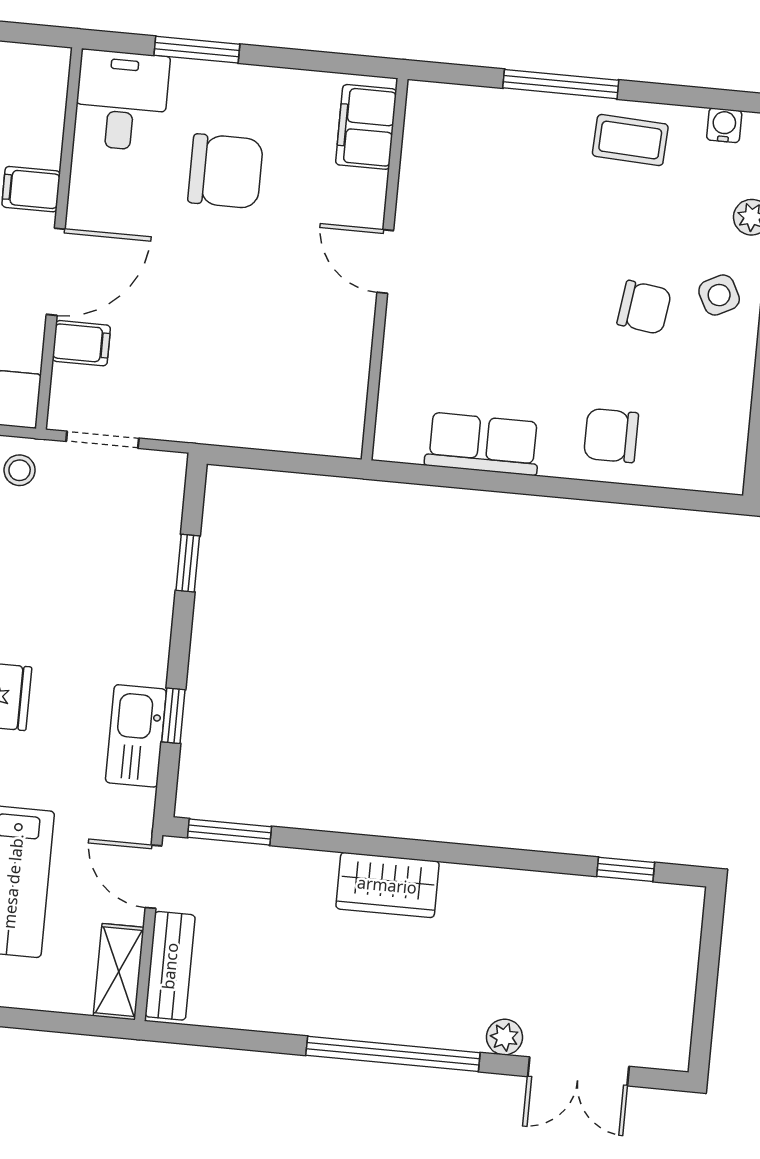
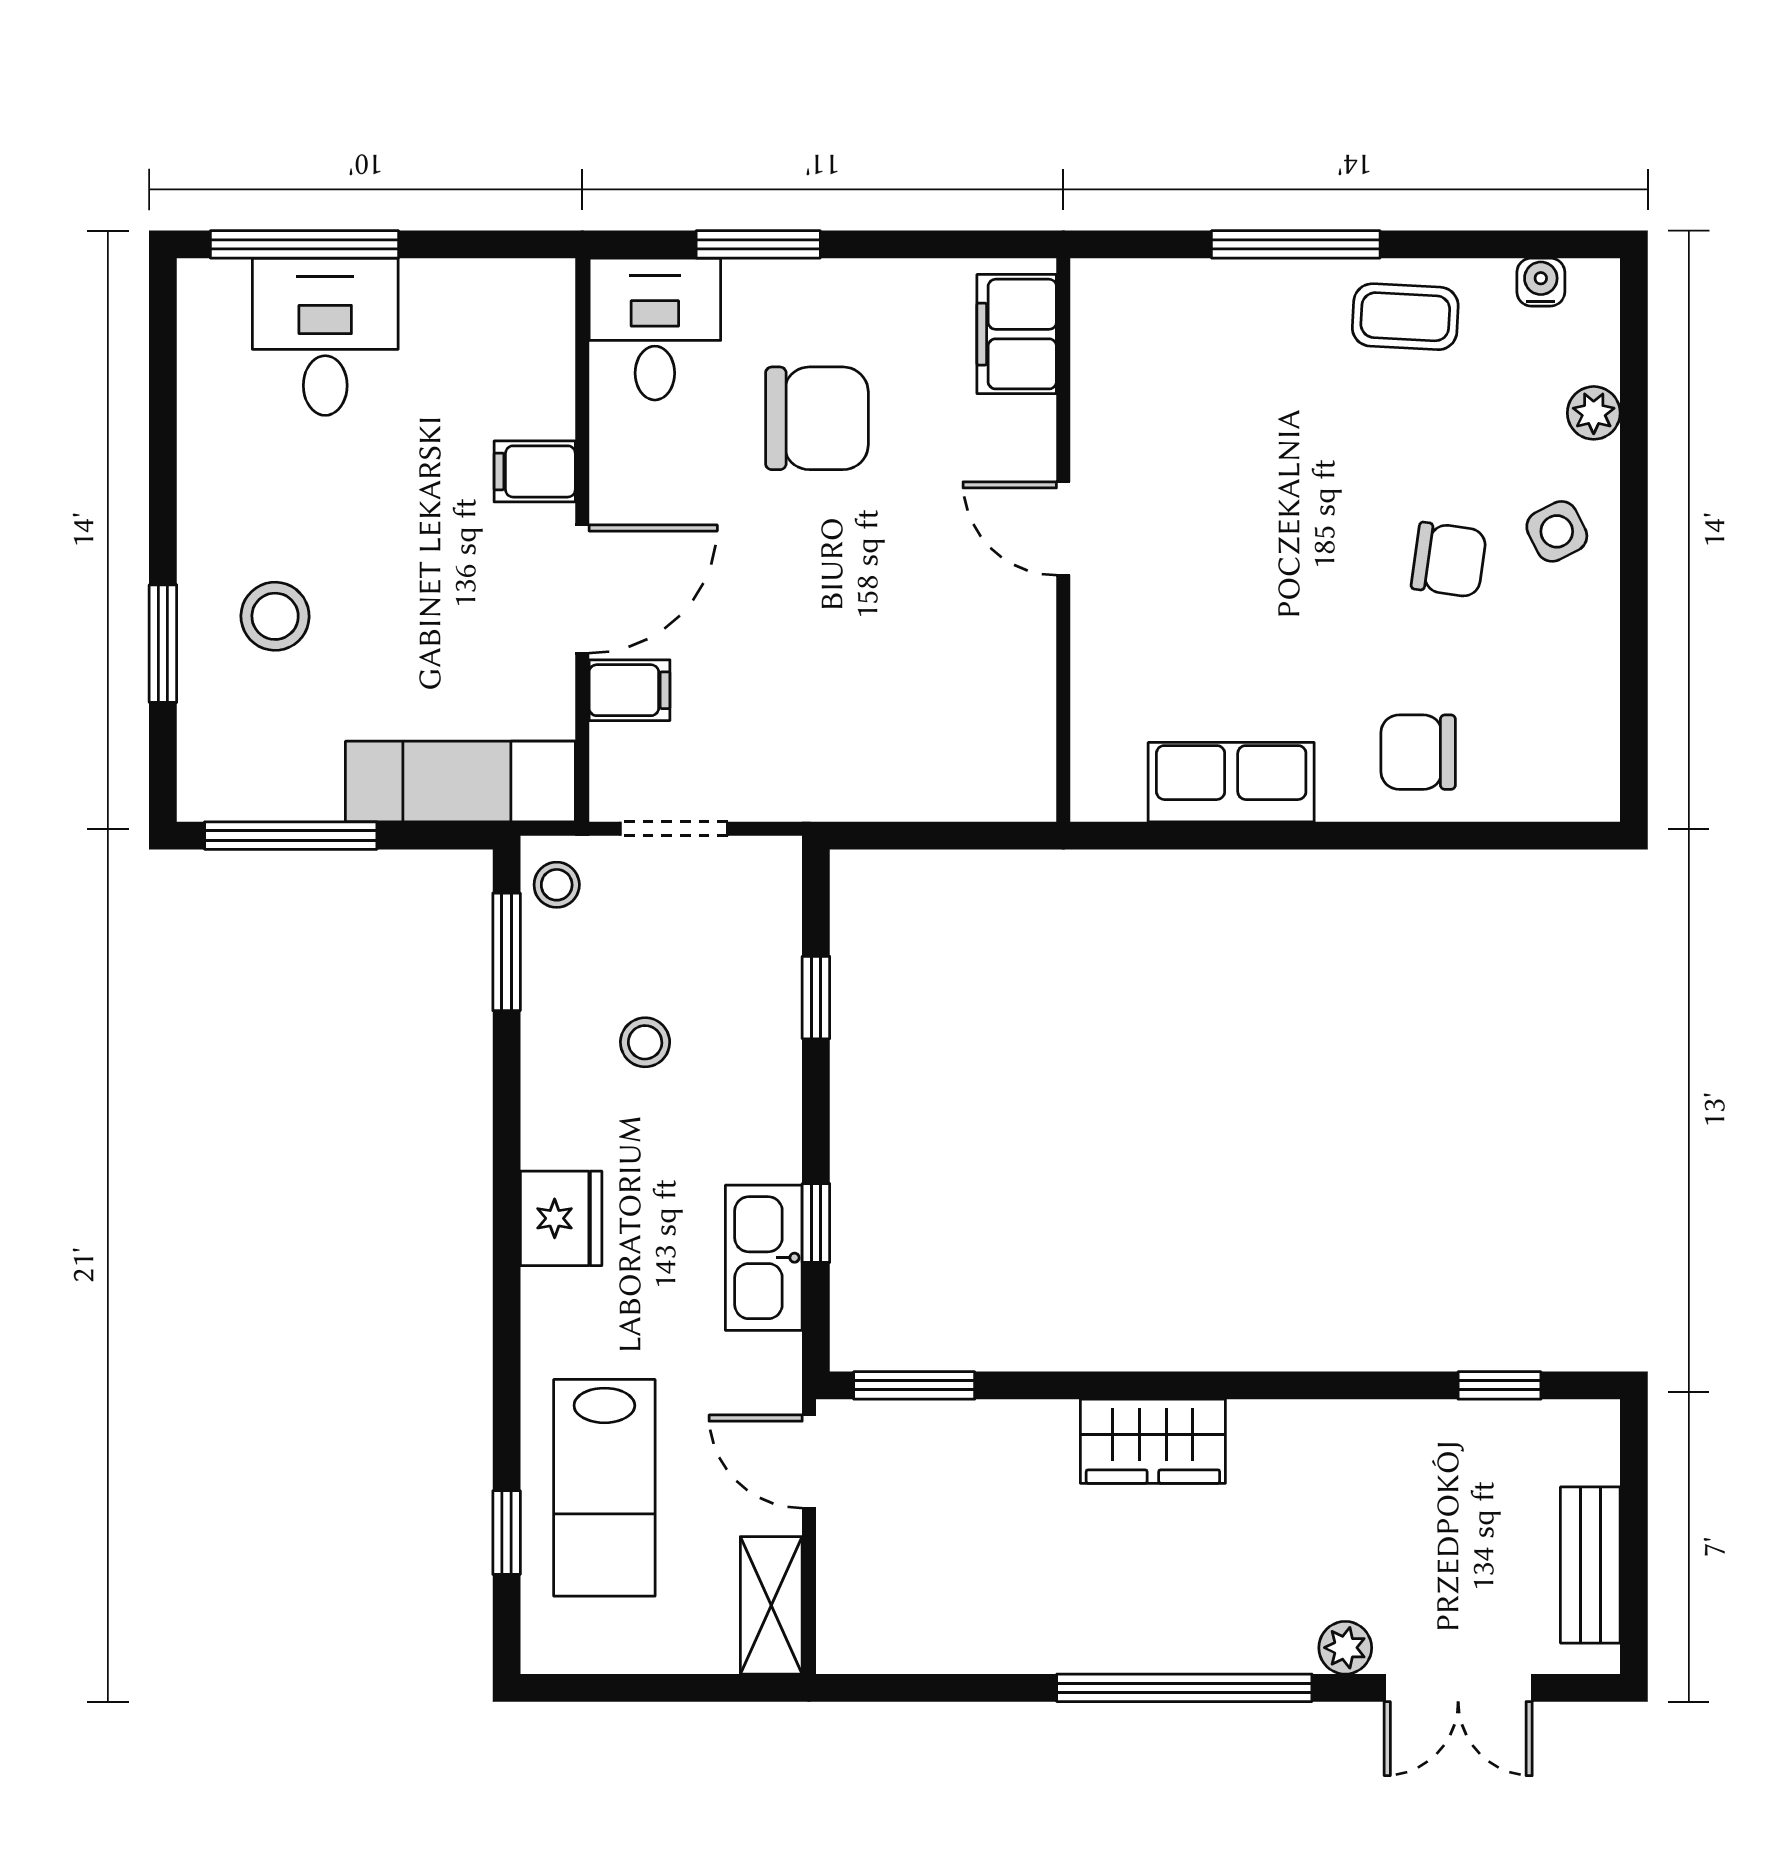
stool: (69, 583) -> (645, 1042), added
bench: (170, 966) -> (1590, 1565), moved

